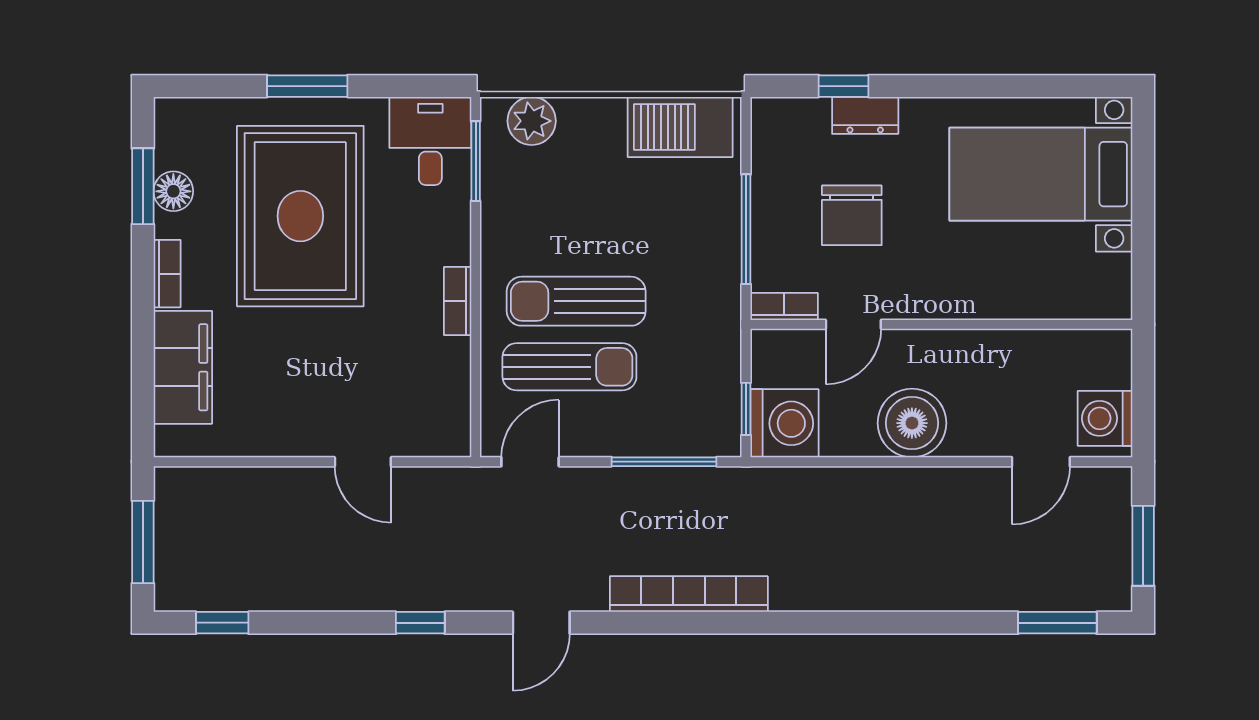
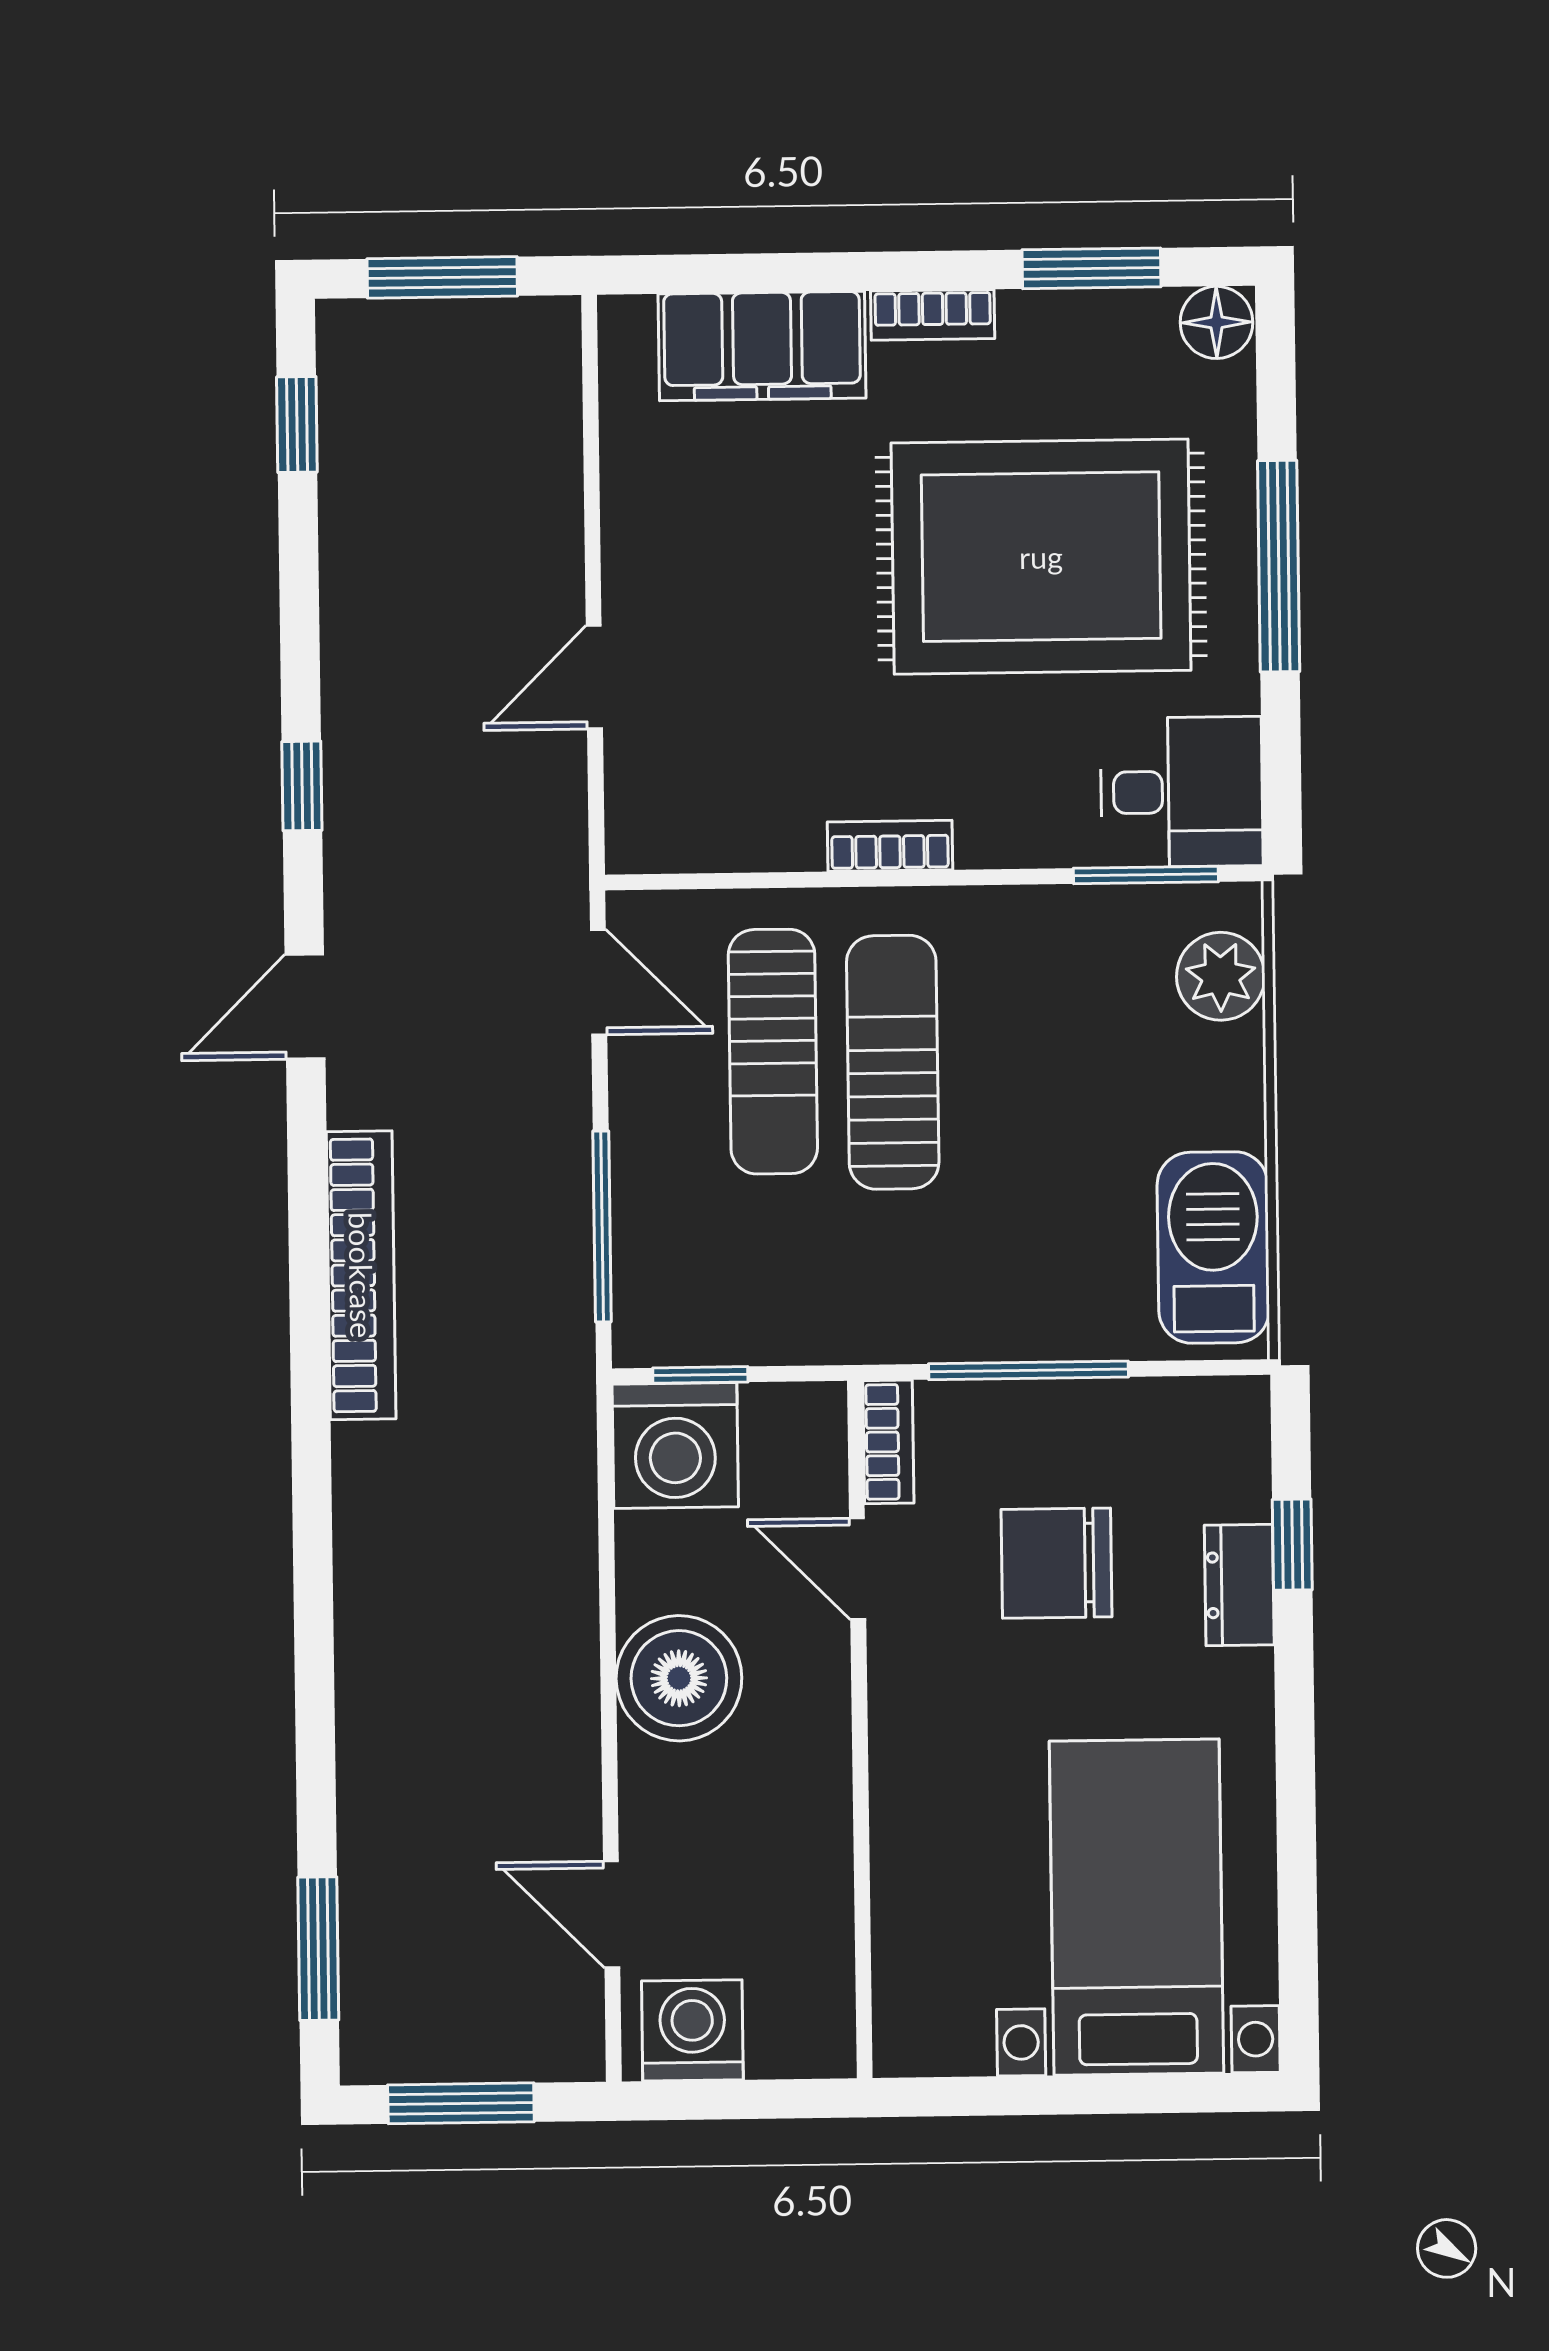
window: (307, 86) -> (1279, 566), width x1.44
floor lamp: (173, 191) -> (1217, 322), moved
door: (541, 623) -> (305, 1007), hinge flipped

